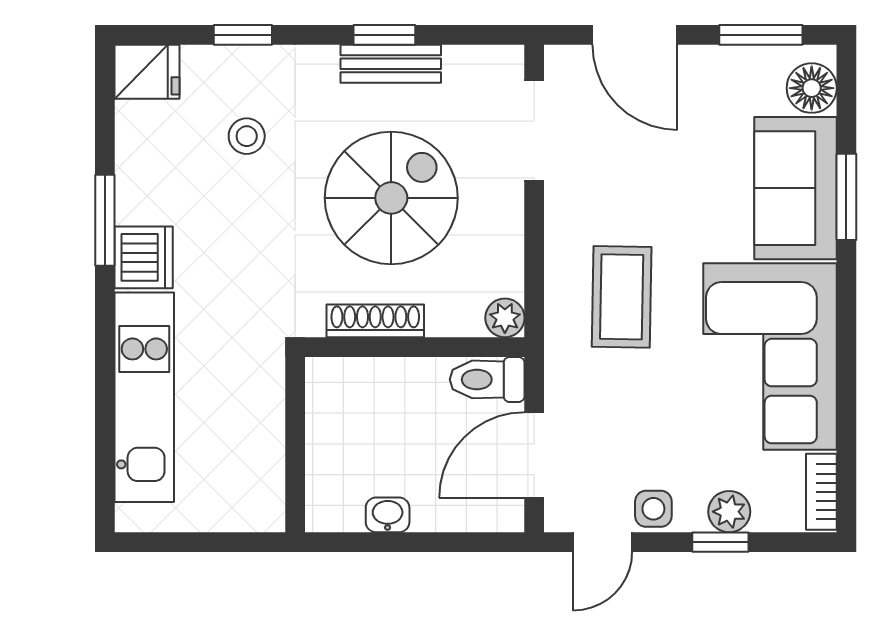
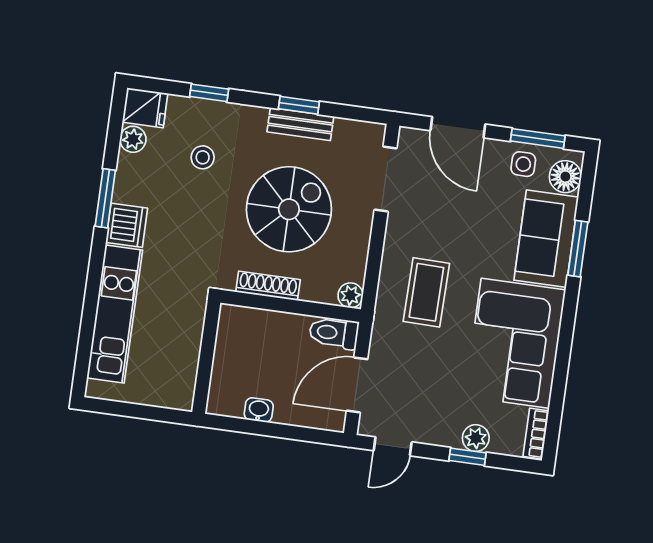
plant: (135, 123) -> (133, 139), added
side table: (653, 509) -> (523, 164), moved

